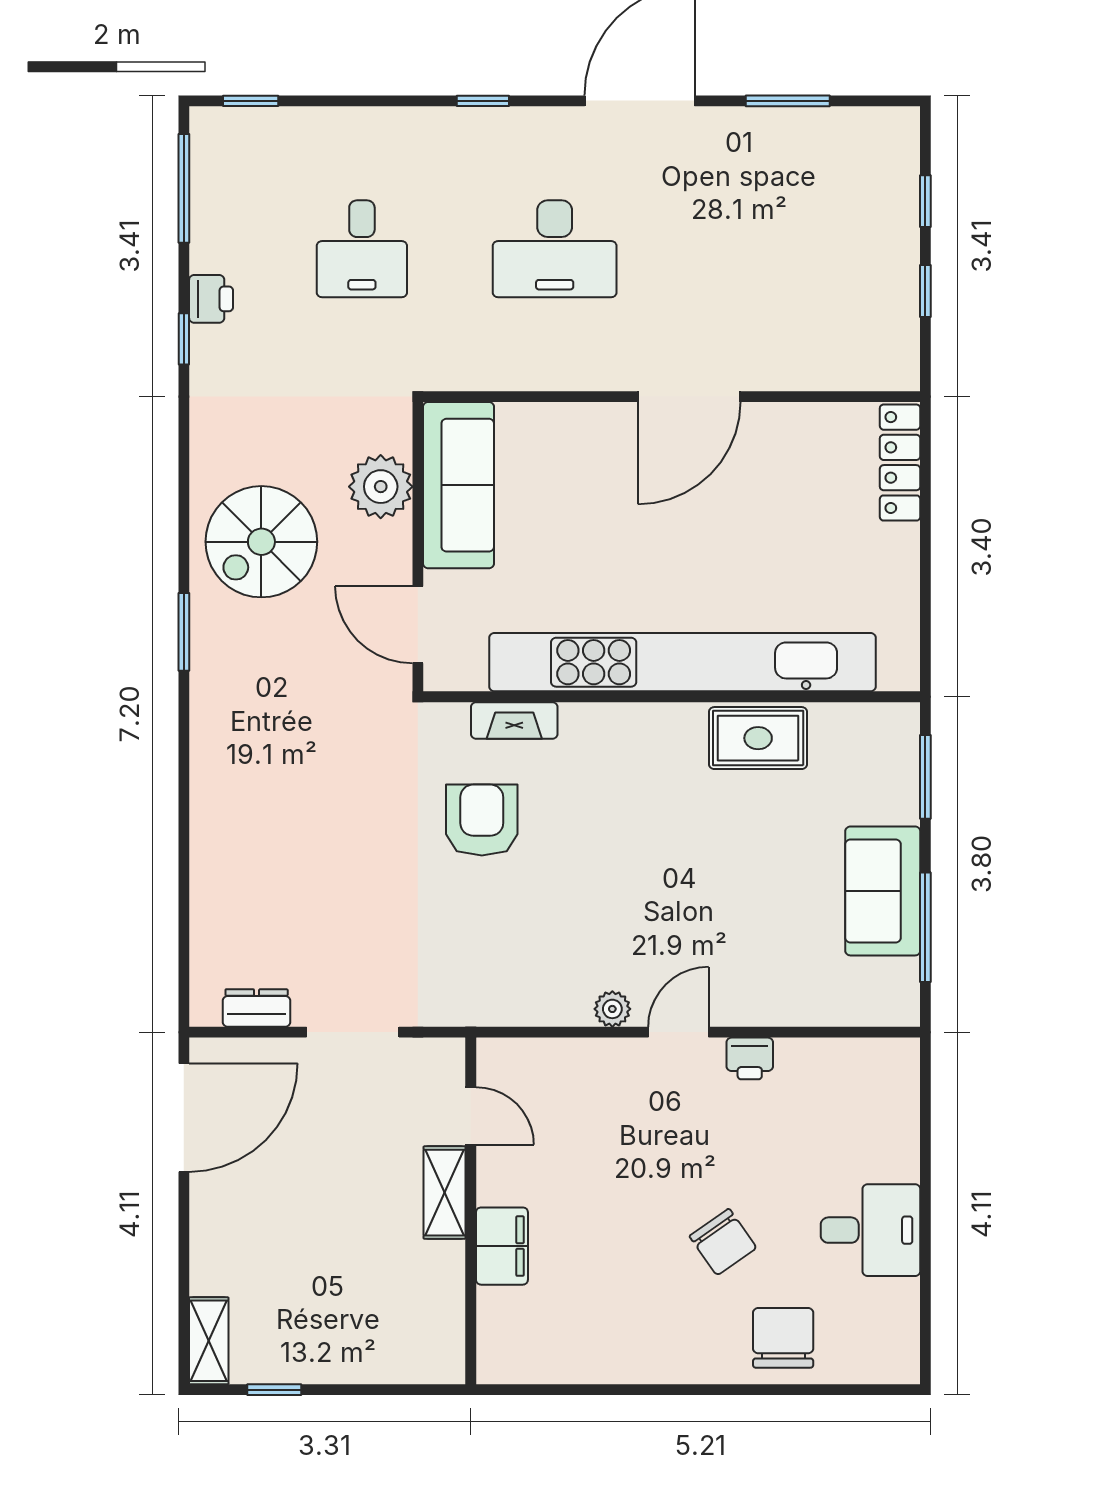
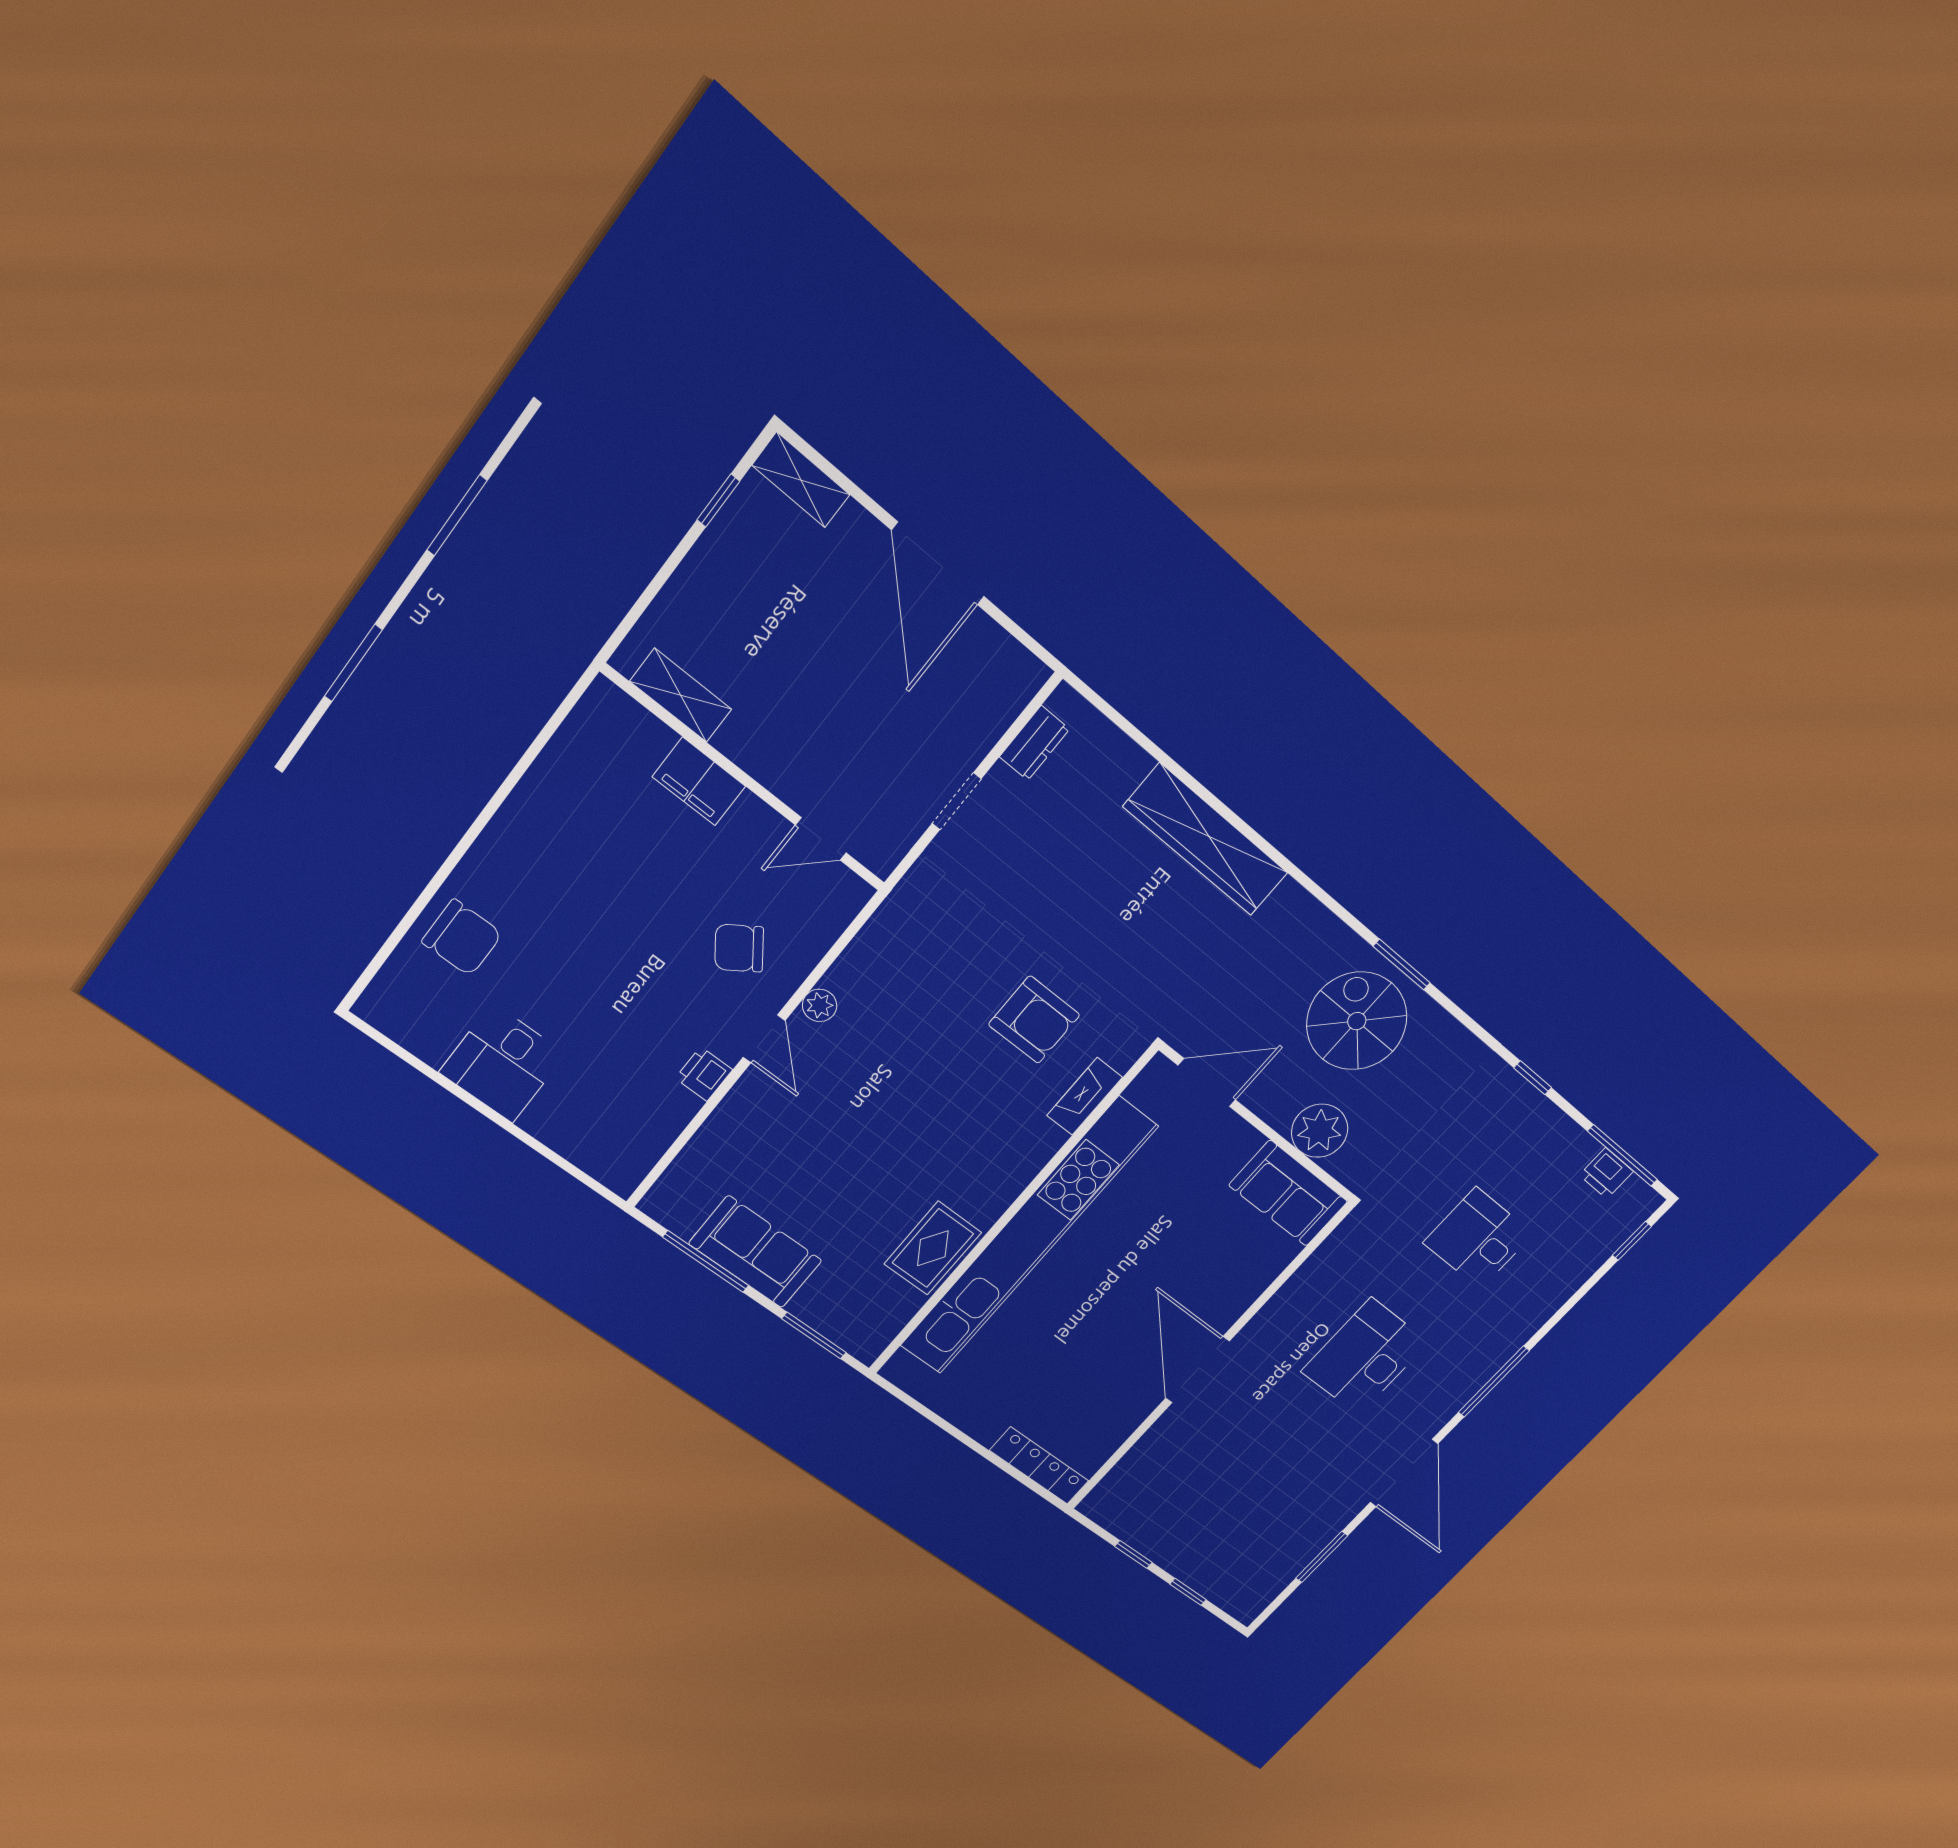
window: (483, 101) -> (1494, 1382), width x2.17
printer: (211, 299) -> (1606, 1173), moved
sofa: (458, 485) -> (1288, 1193), width x0.73
window: (184, 632) -> (1402, 965), moved
wardrobe: (219, 805) -> (1206, 840), added
doorway: (353, 1032) -> (957, 801), width x0.73
door: (184, 1118) -> (938, 563), moved
shelving: (445, 1193) -> (681, 695), moved
chair: (723, 1242) -> (739, 948), moved

